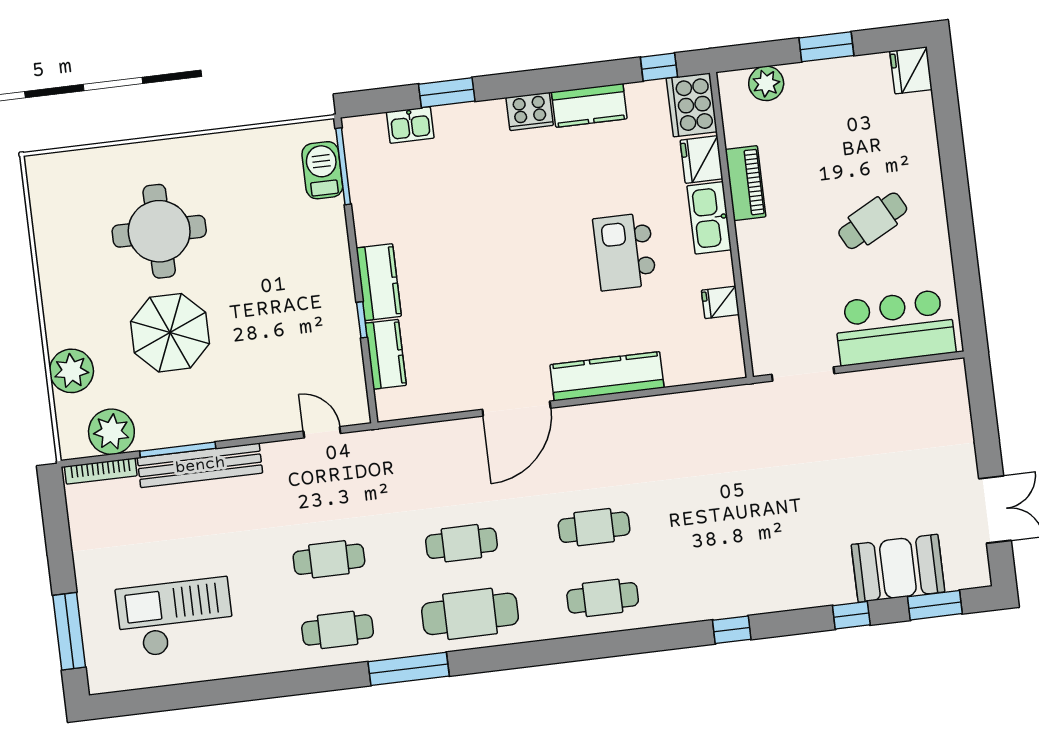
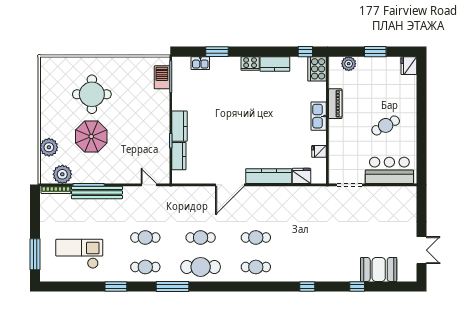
fridge: (701, 160) -> (302, 176), moved, turned 90
kitchen island: (625, 252) -> (282, 126), removed
window: (935, 605) -> (116, 286), moved

